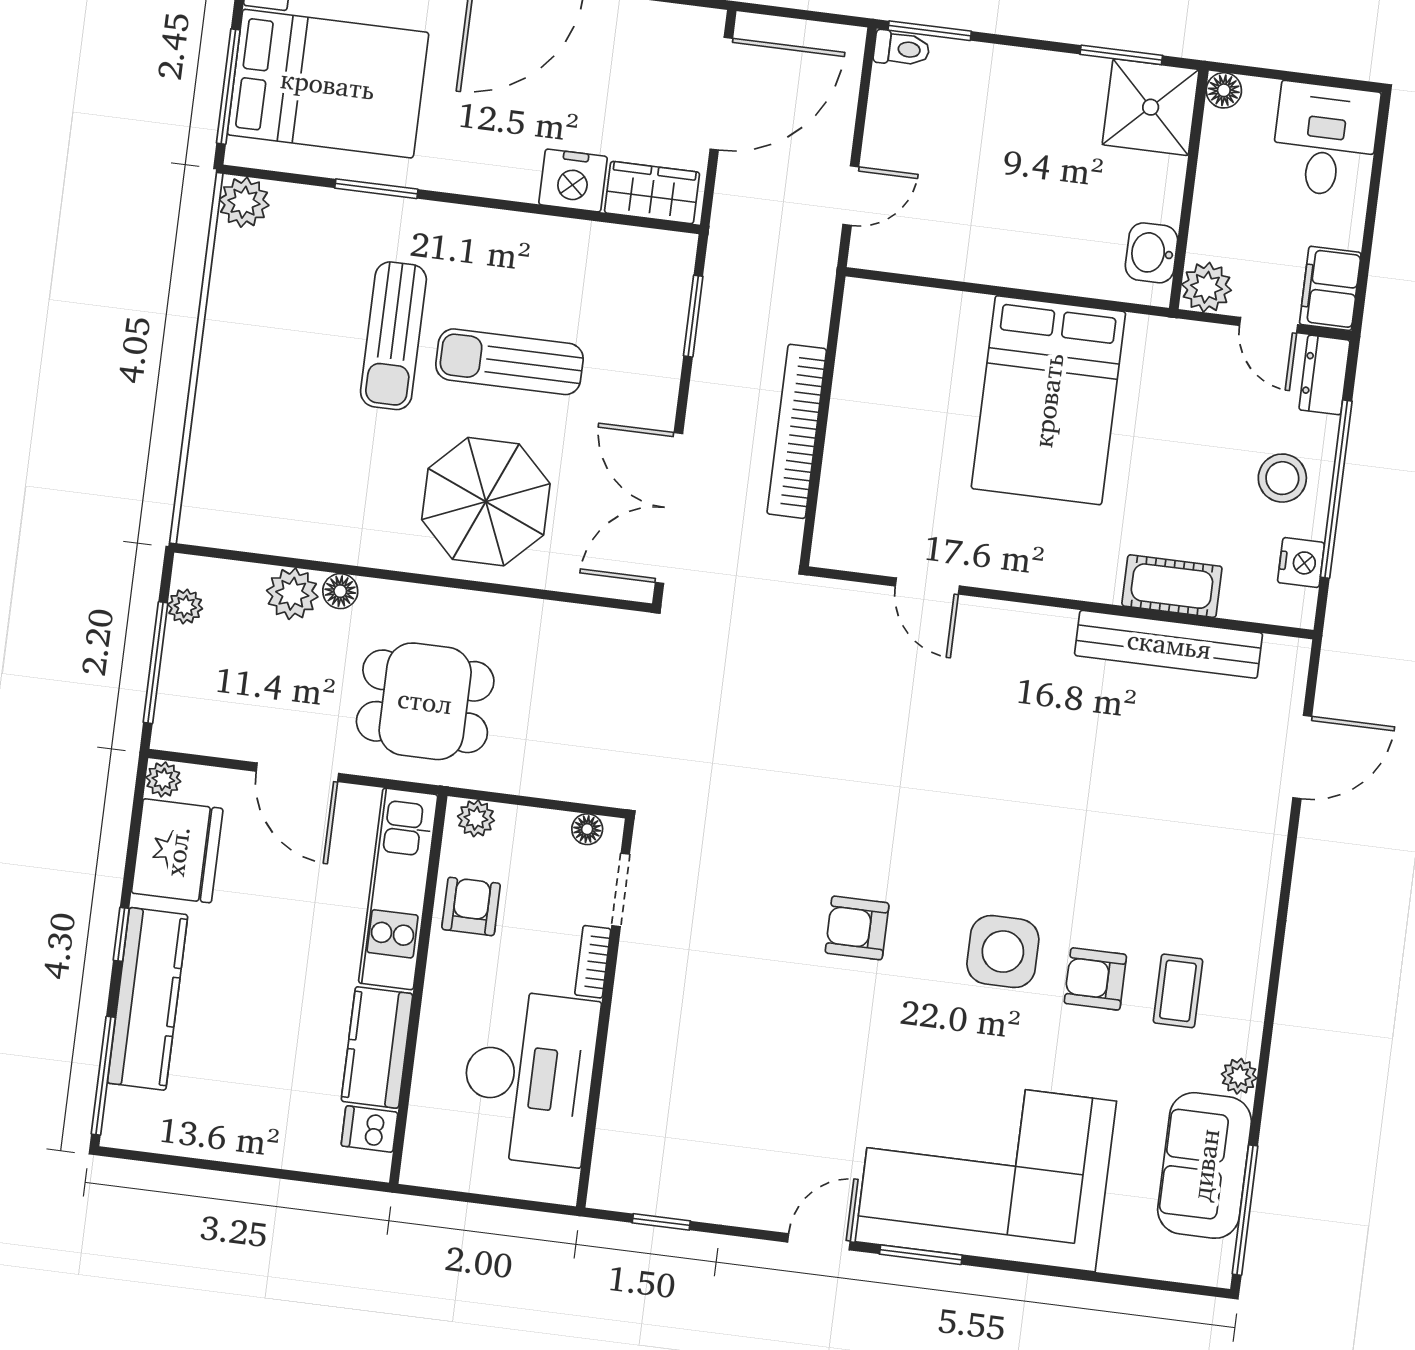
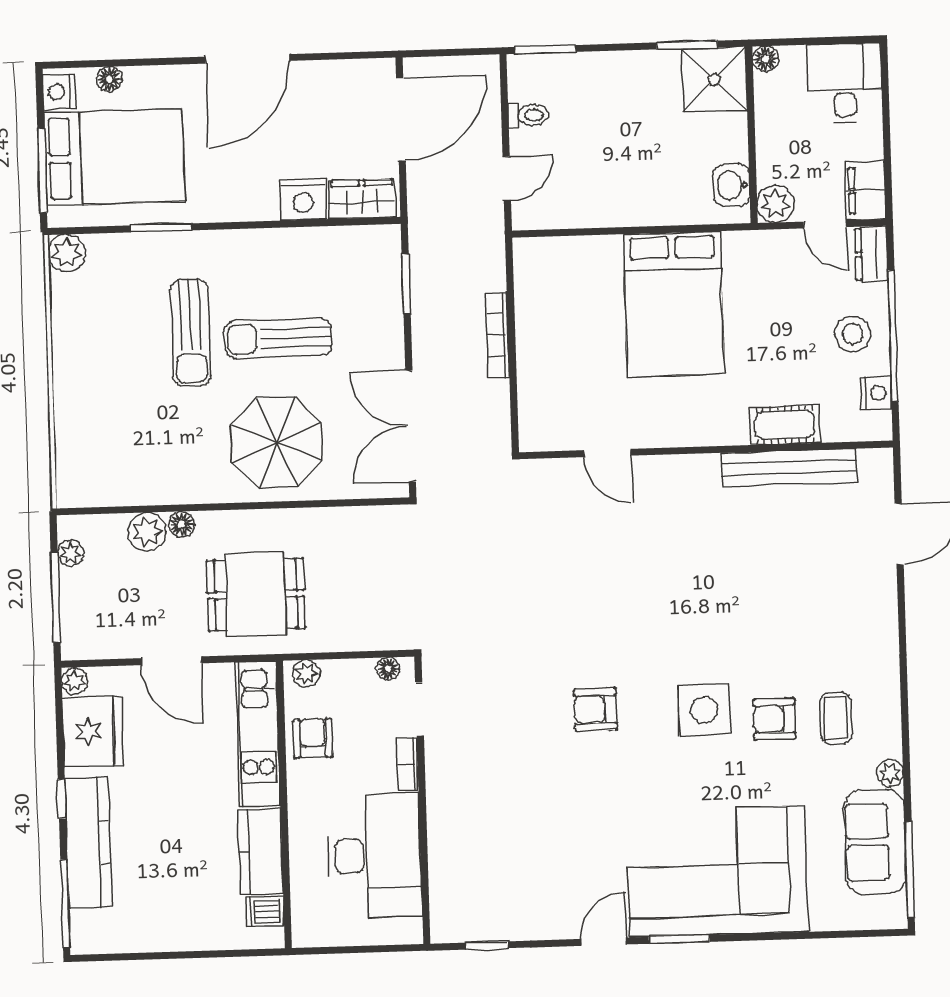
toilet: (902, 49) -> (528, 115), moved
bookcase: (797, 431) -> (497, 335), width x0.68, depth x0.76

